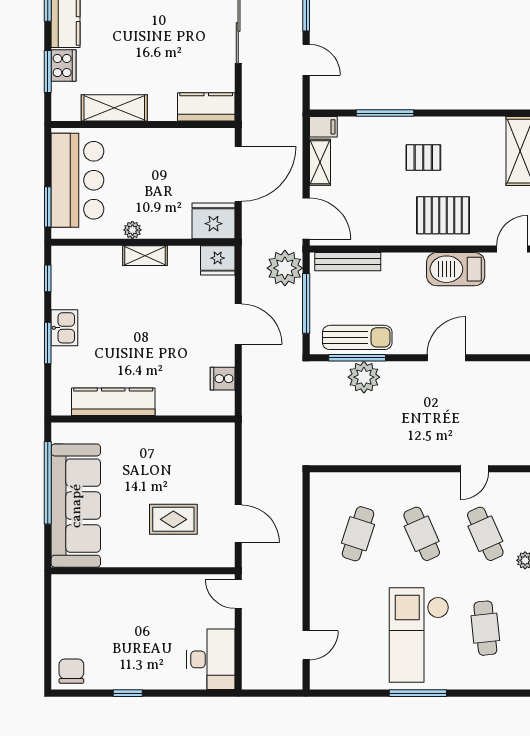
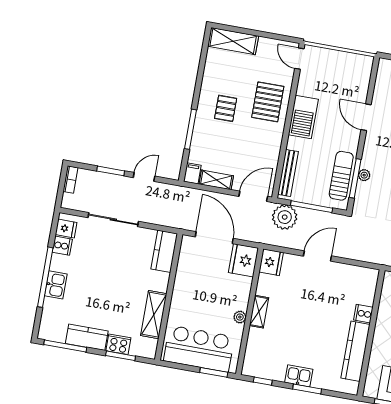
barbecue: (456, 269) -> (303, 117), moved
plant: (364, 377) -> (364, 175), width x0.53, depth x0.53
cooker: (223, 379) -> (363, 314), moved, turned 90

